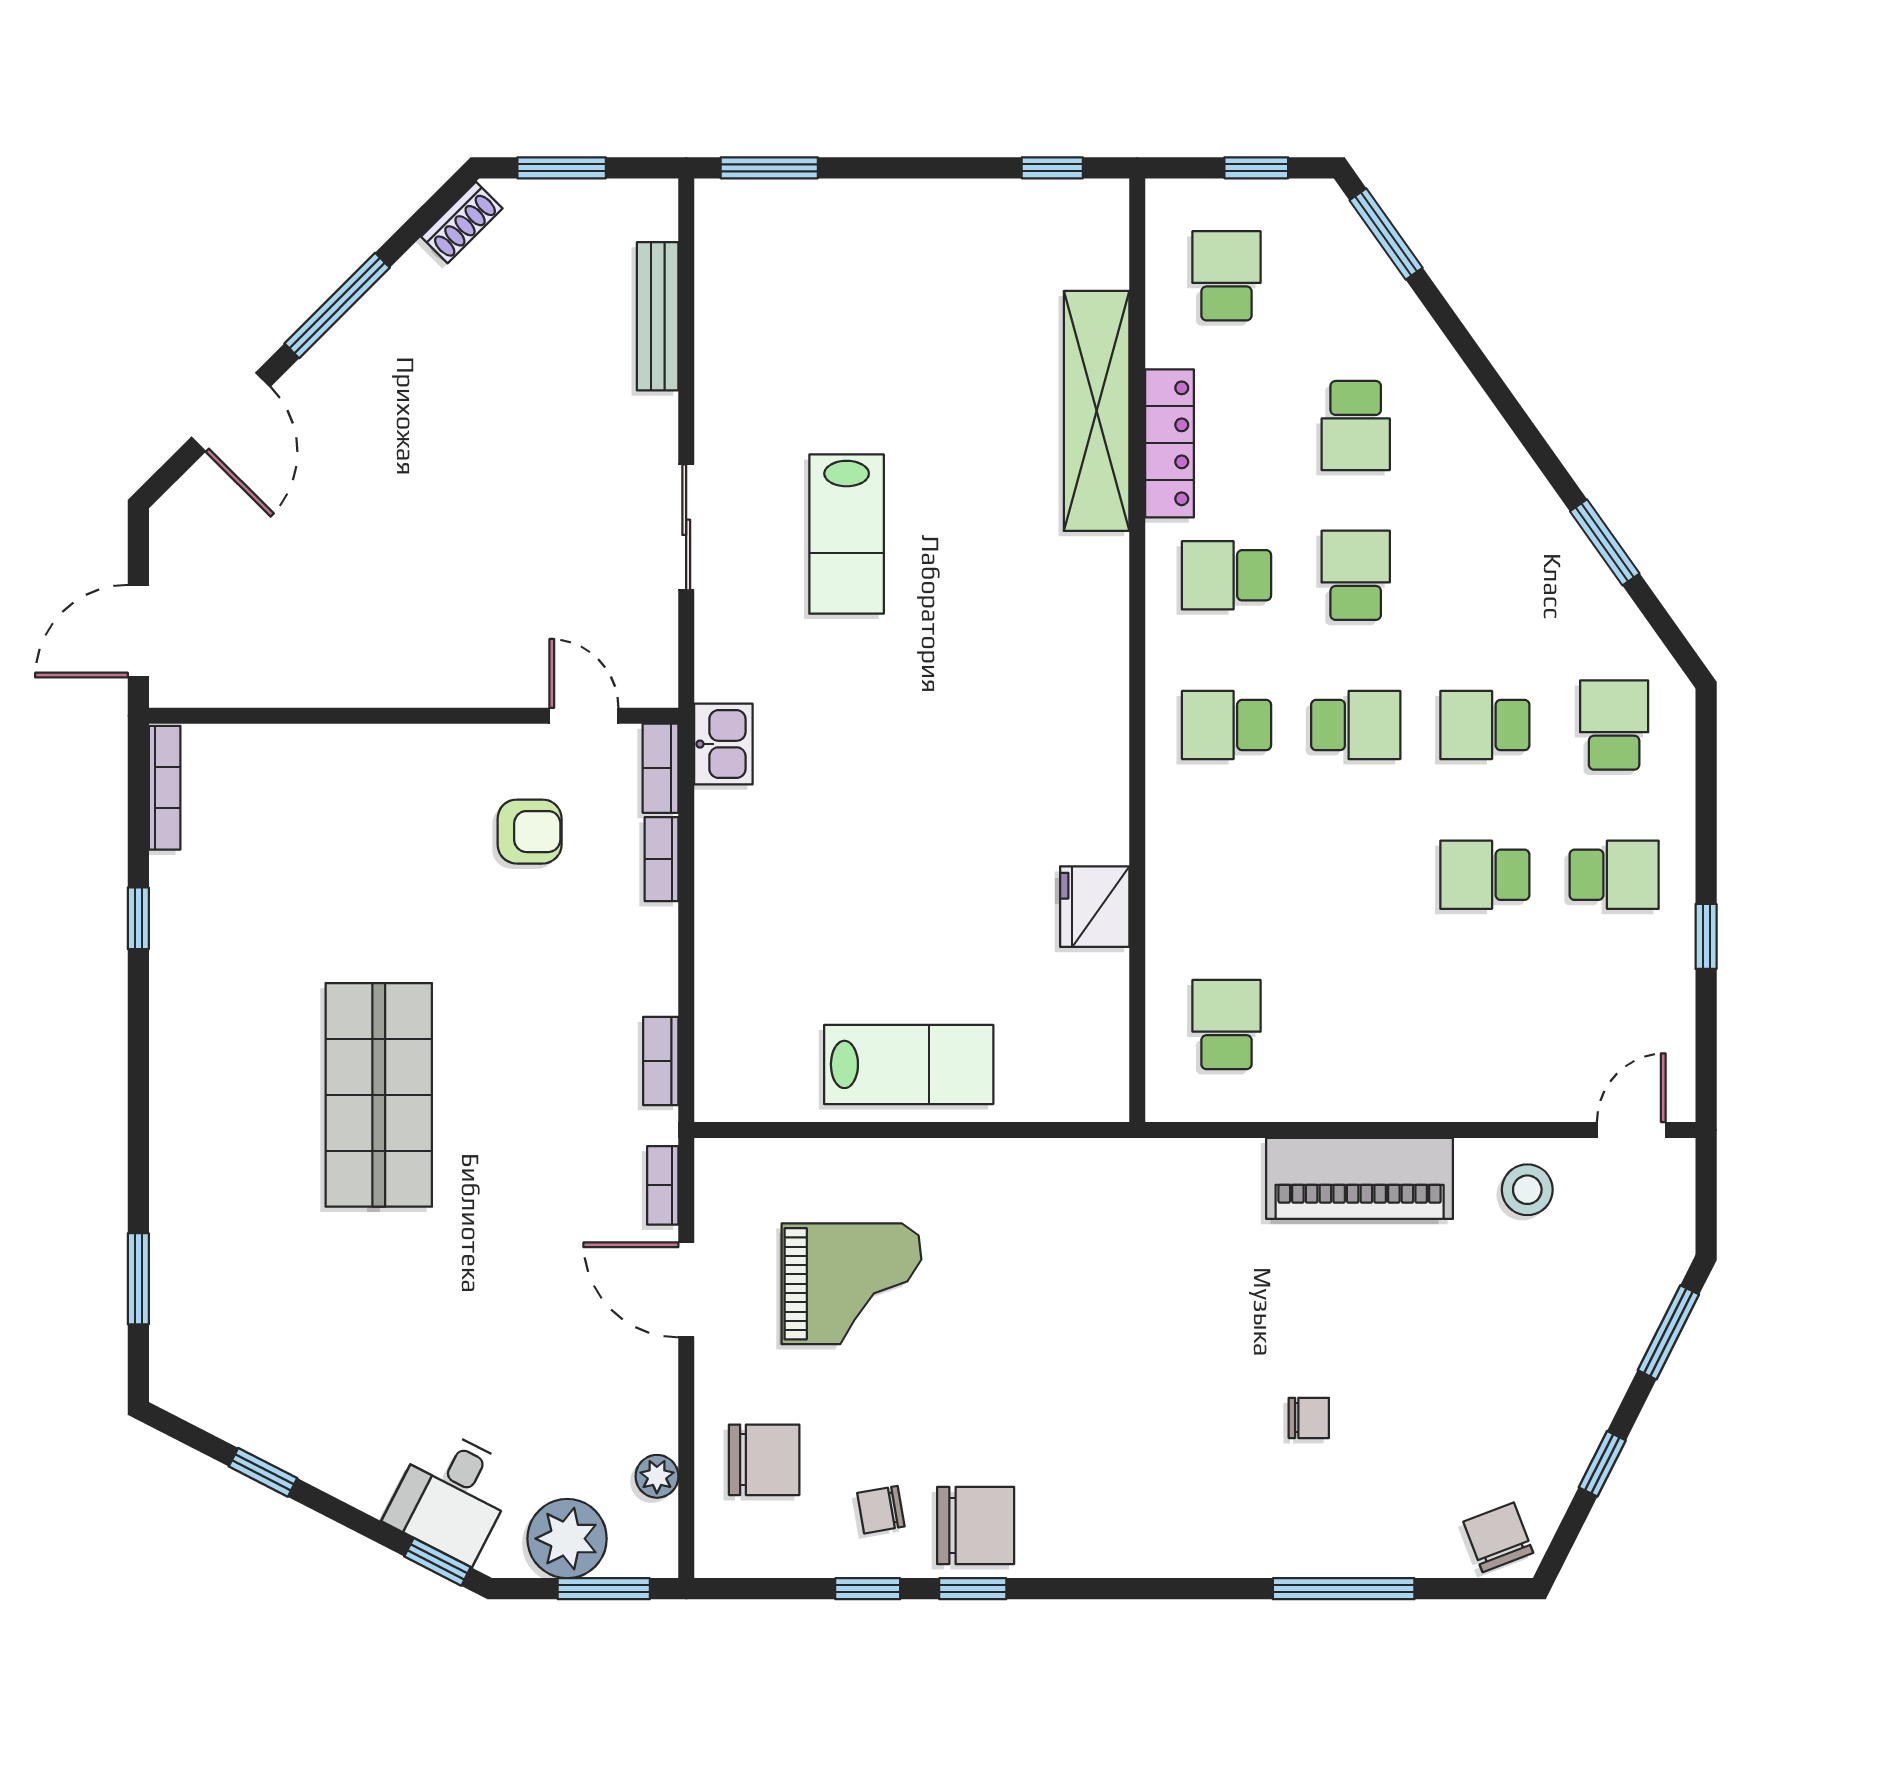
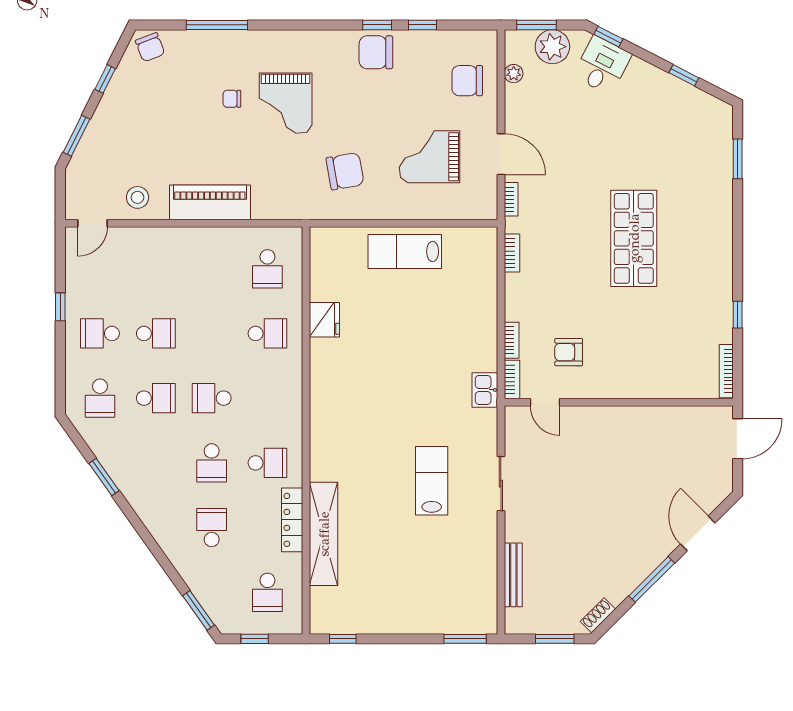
school desk: (1226, 725) -> (267, 333), moved
grand piano: (1185, 1408) -> (286, 103), added
chair: (881, 1510) -> (345, 171), moved, width x1.87, depth x1.87

